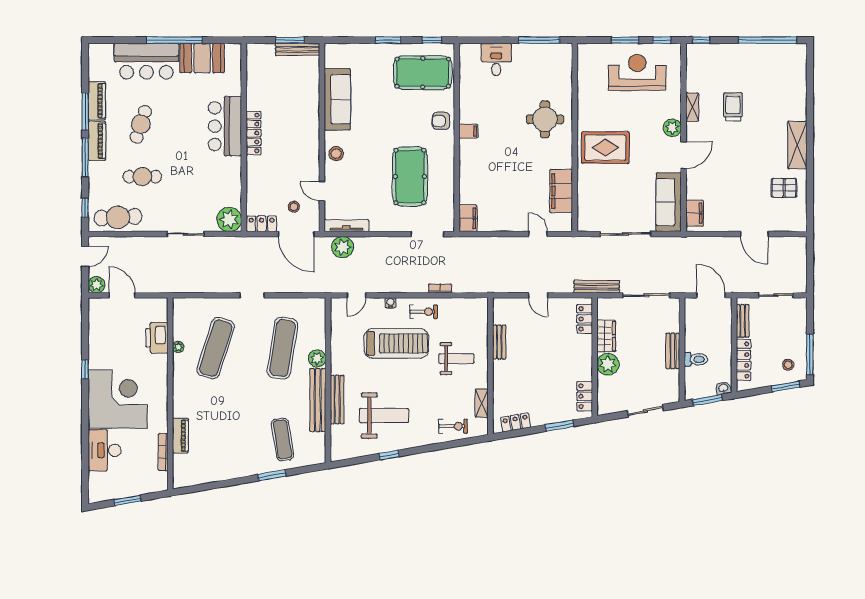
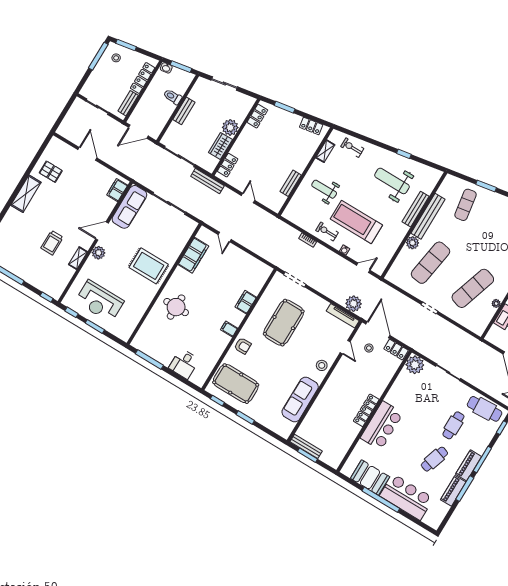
cafe table: (142, 177) -> (453, 425), turned 90
filing cabinet: (468, 218) -> (246, 302), moved
door: (711, 295) -> (138, 132), hinge flipped

